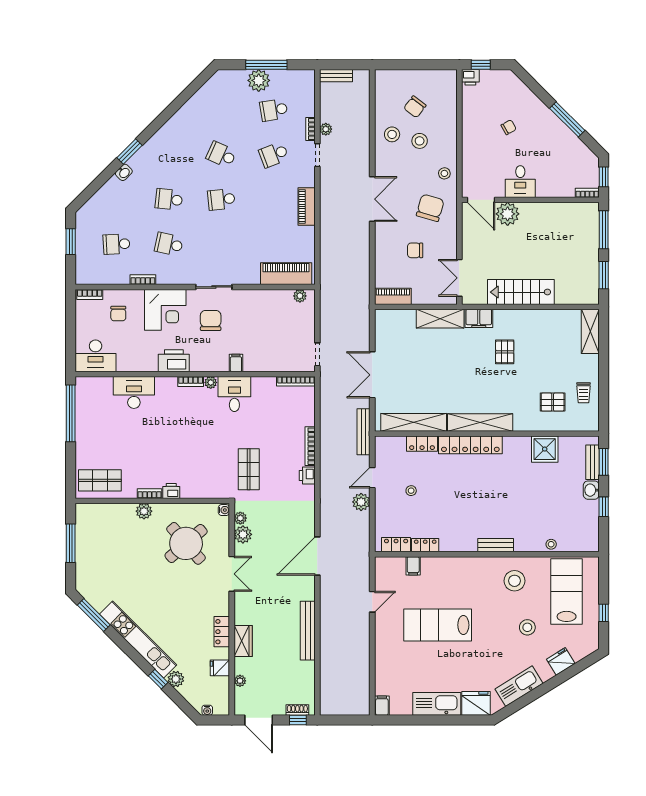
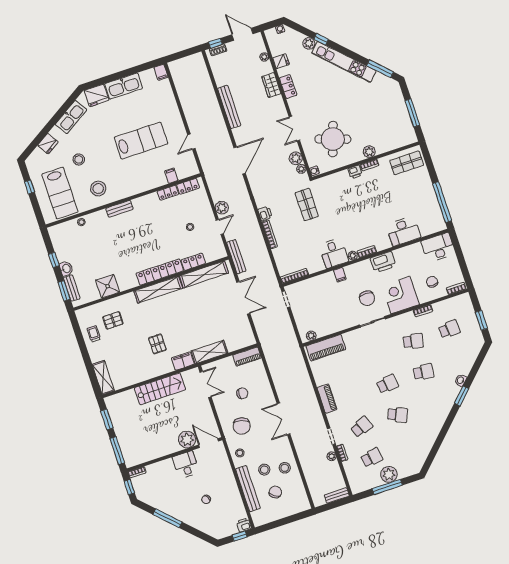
bench: (449, 123) -> (248, 489), added
round table: (186, 543) -> (333, 139), turned -30

